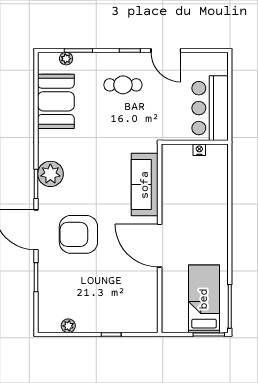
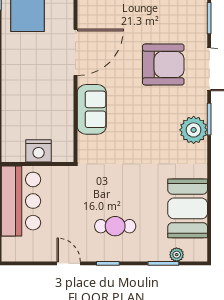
door: (166, 50) -> (69, 263), width x0.73
nightstand: (199, 150) -> (39, 151), width x1.89, depth x1.79
sofa: (145, 185) -> (92, 109), width x0.73
door: (160, 246) -> (75, 52), hinge flipped

